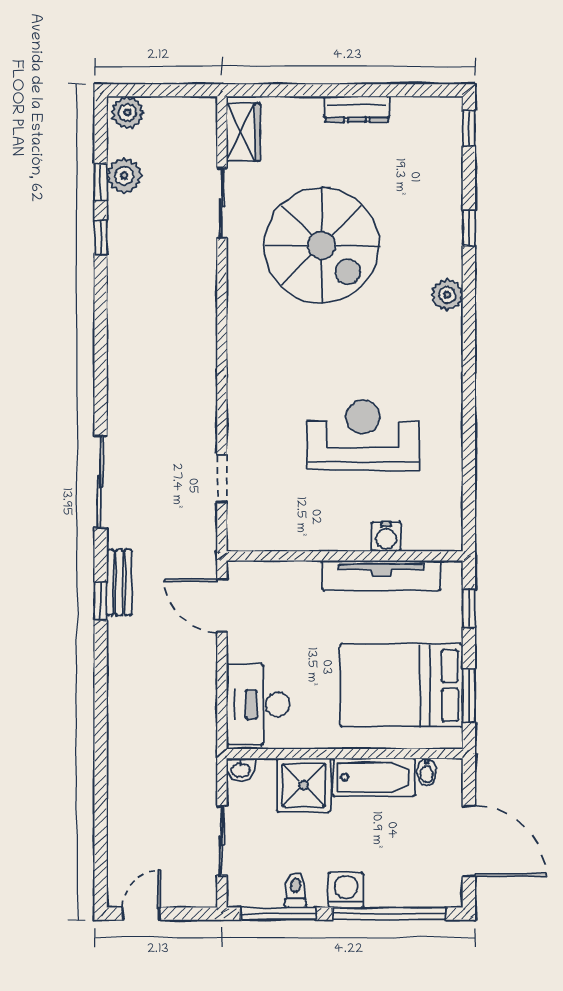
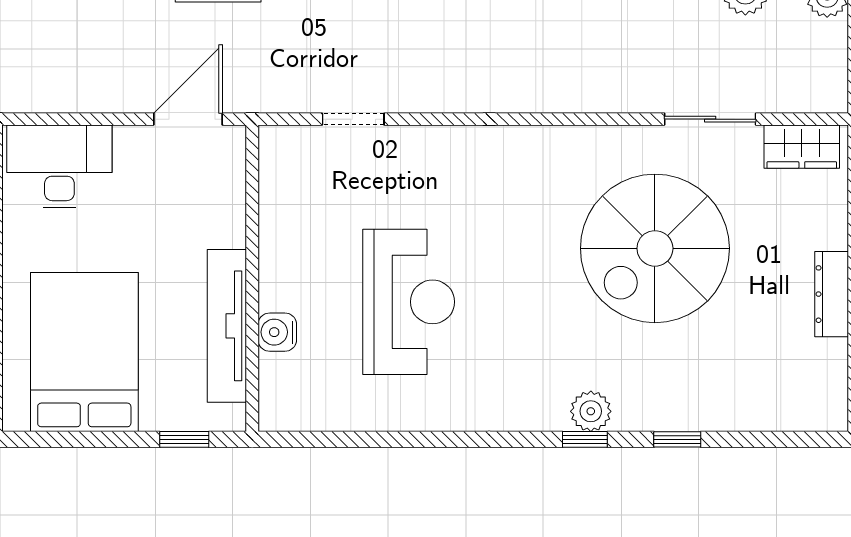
window: (469, 128) -> (585, 439), moved
window: (469, 695) -> (72, 439), removed

